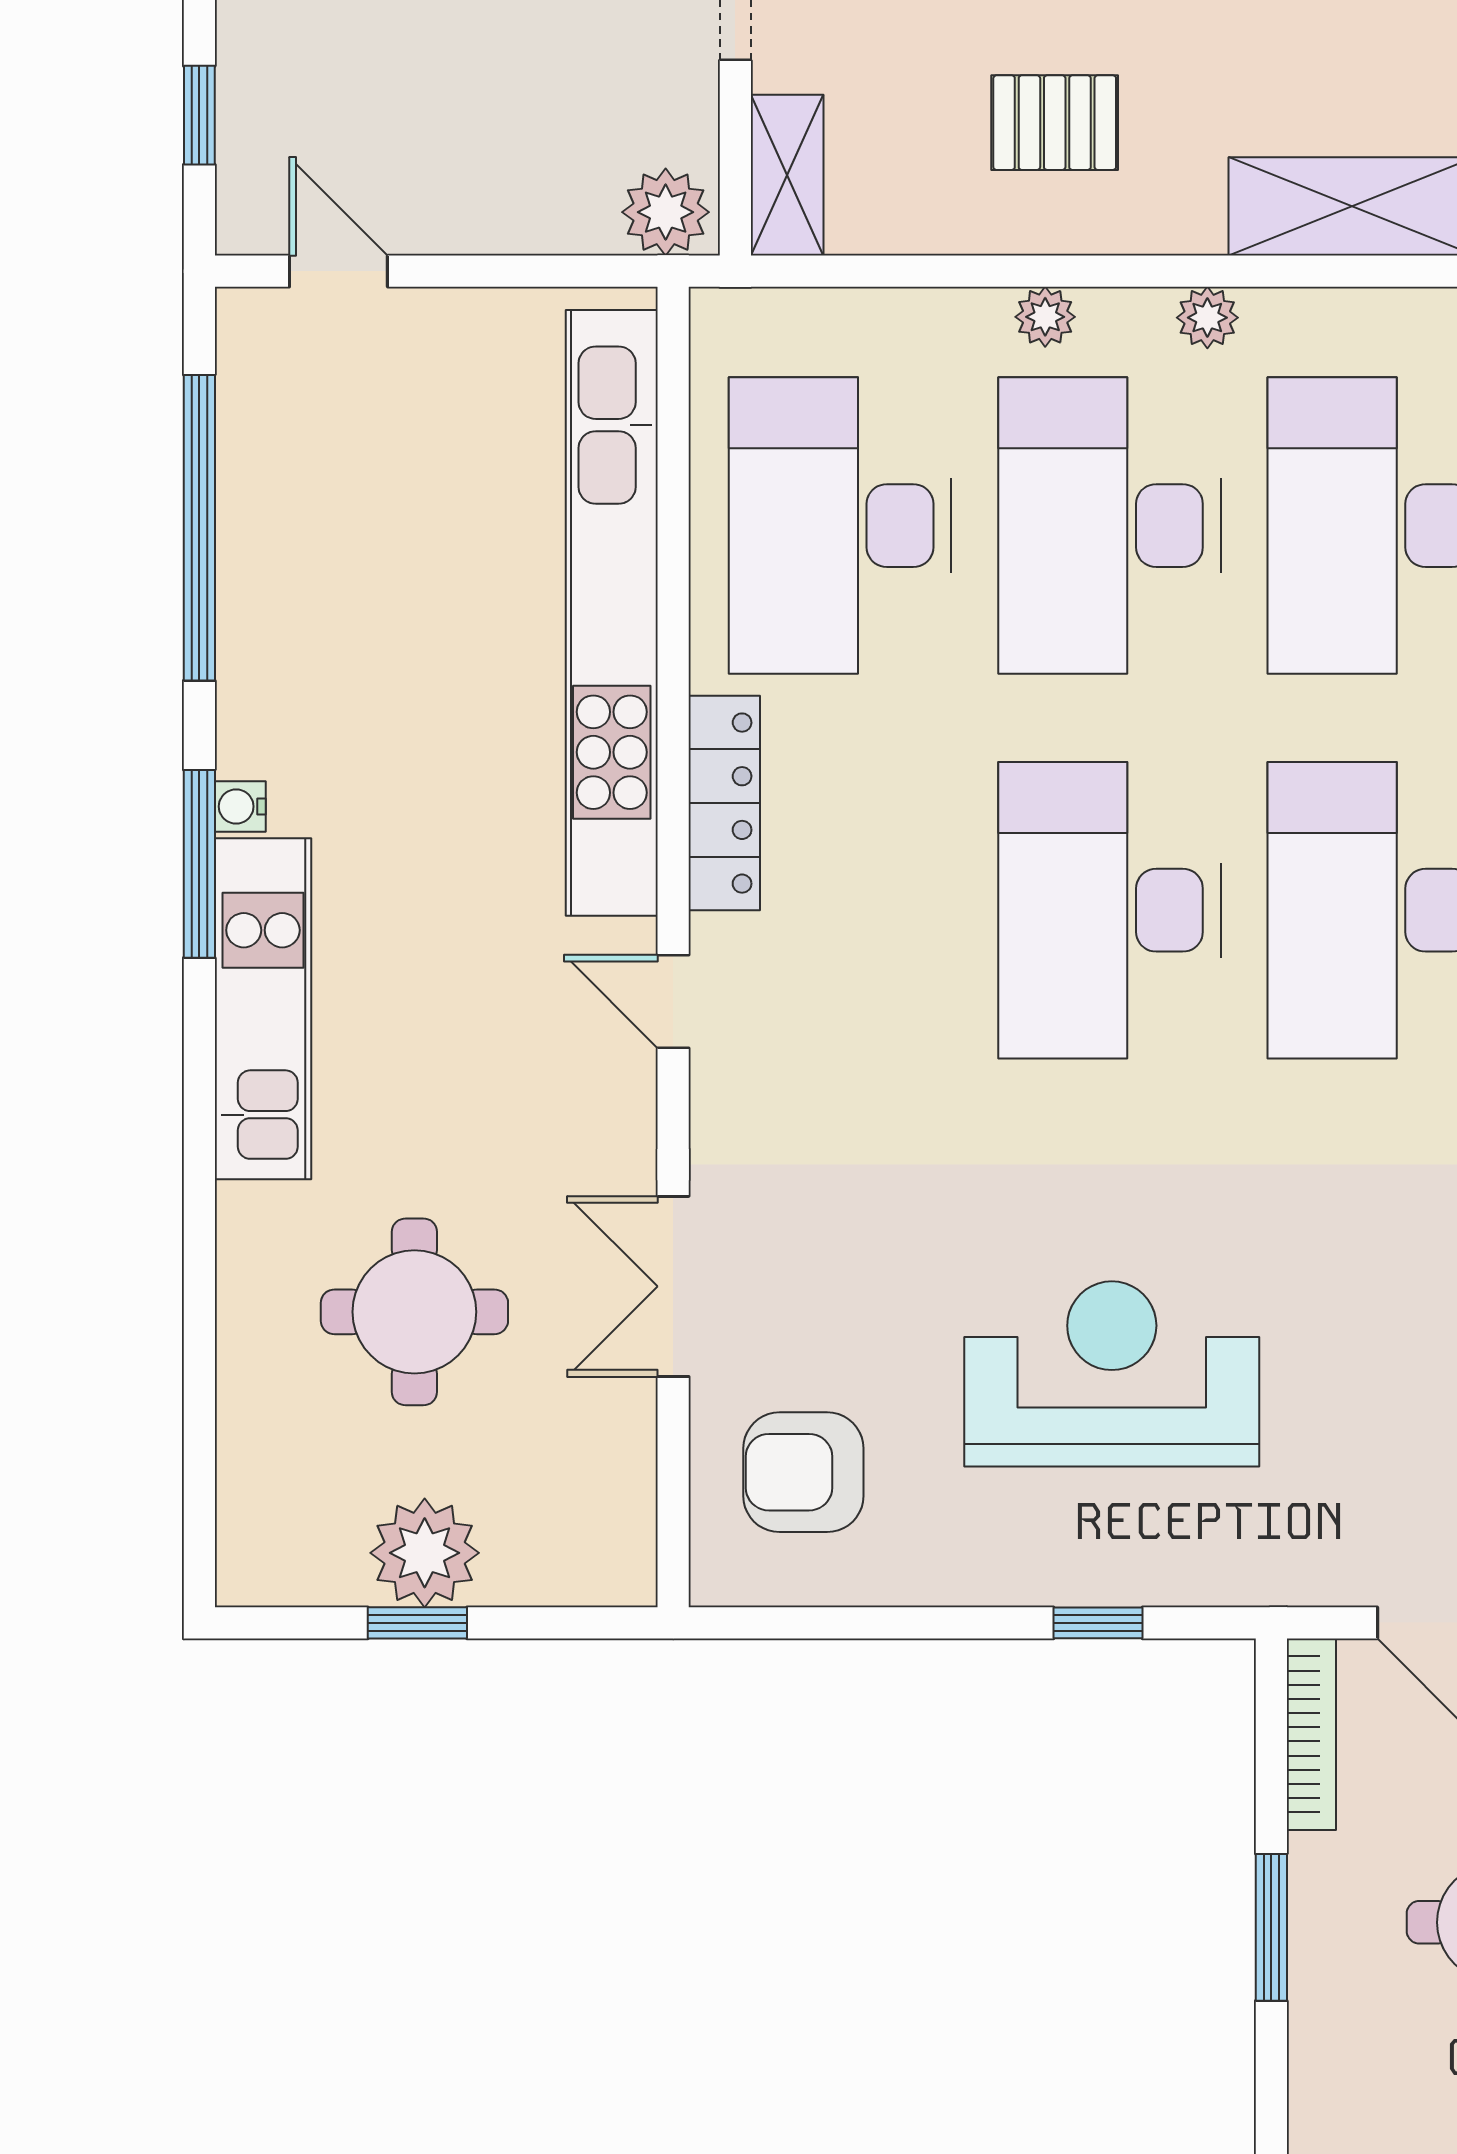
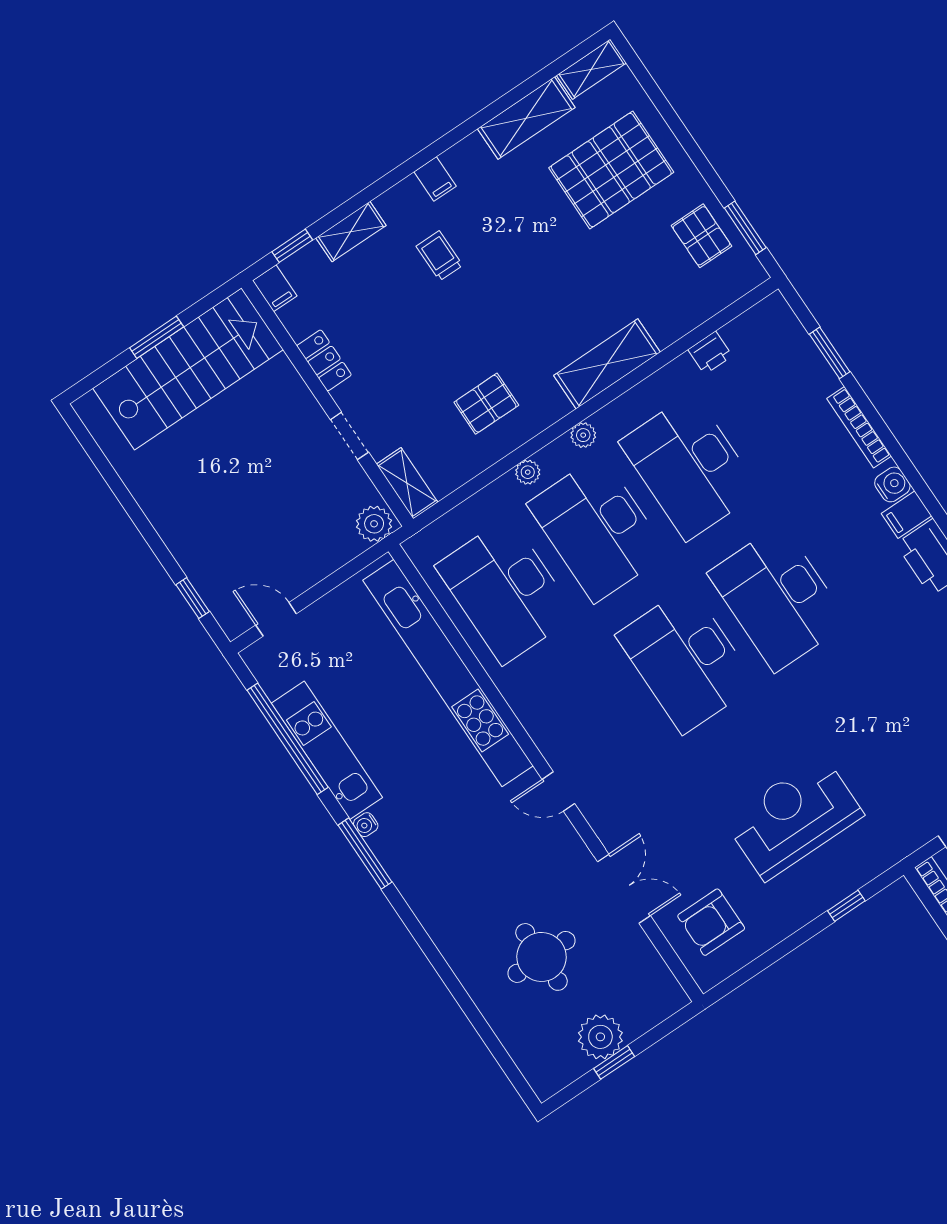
locker: (724, 803) -> (530, 712), removed
kitchen unit: (263, 1009) -> (327, 750), moved
double door: (673, 1286) -> (624, 889), swing flipped

